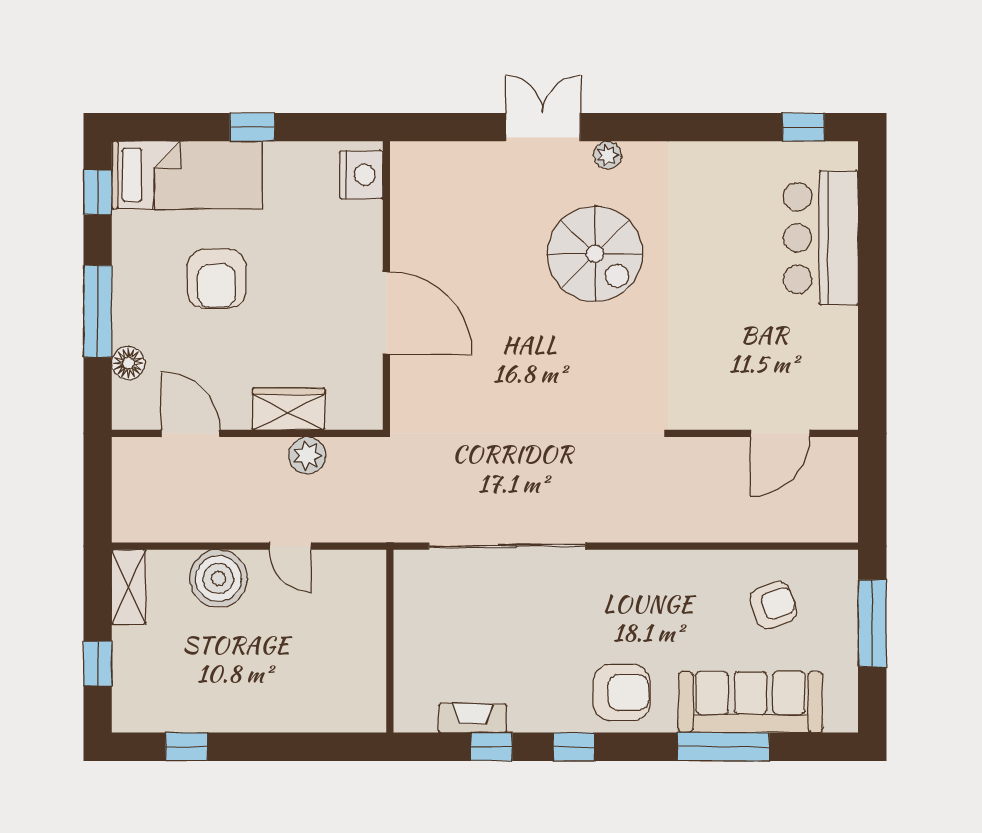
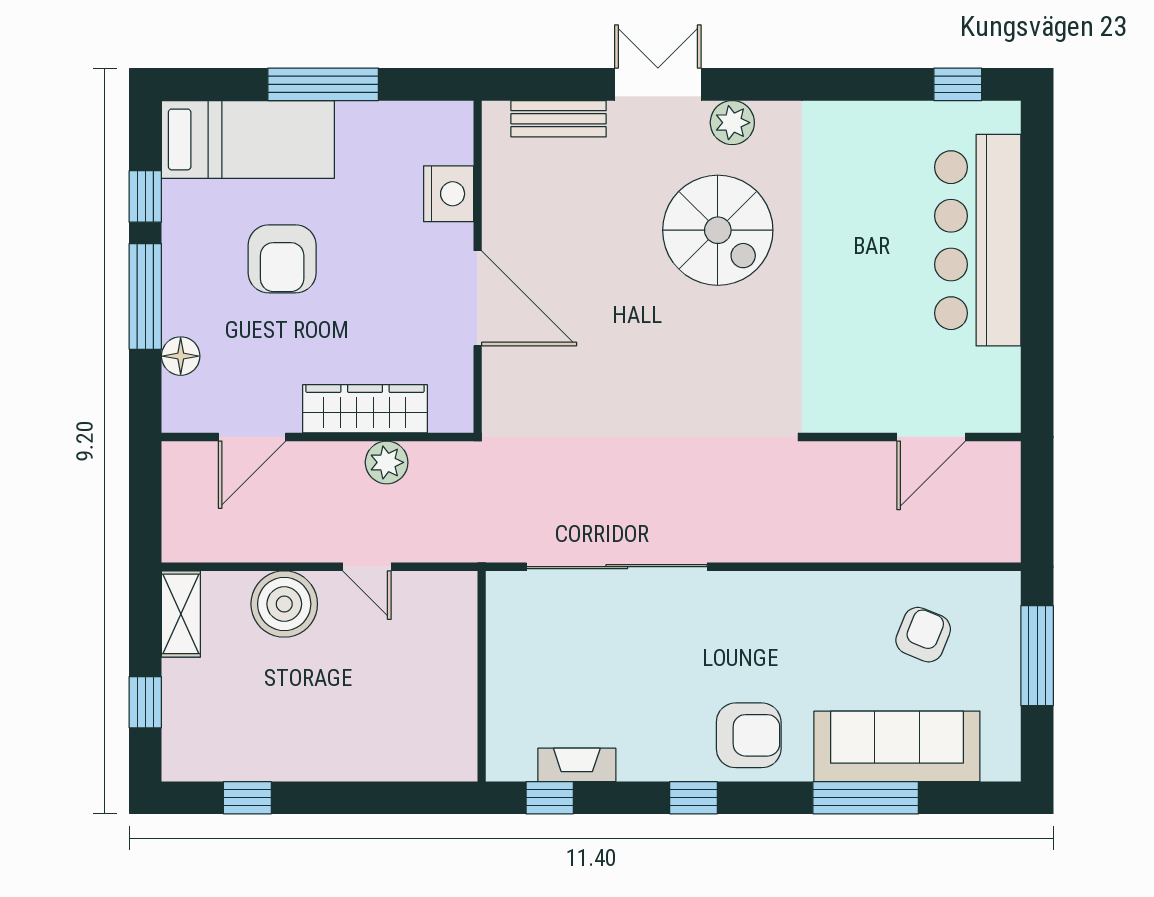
window: (252, 127) -> (323, 84), width x2.17
plant: (608, 155) -> (732, 123), width x1.38, depth x1.38
bench: (457, 157) -> (559, 119), added
nightstand: (361, 175) -> (449, 194), moved
window: (98, 192) -> (145, 196), moved
bar counter: (821, 238) -> (978, 240), width x1.36
wardrobe: (289, 409) -> (365, 409), width x1.50
door: (190, 433) -> (252, 437), swing flipped
armchair: (773, 605) -> (923, 635), turned -49
window: (492, 747) -> (550, 798), moved

